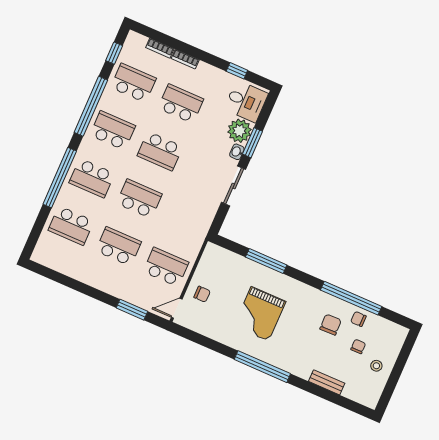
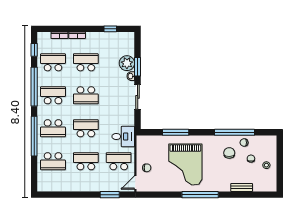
desk: (246, 101) -> (123, 137), moved
grand piano: (260, 314) -> (185, 165), width x1.37, depth x1.48

